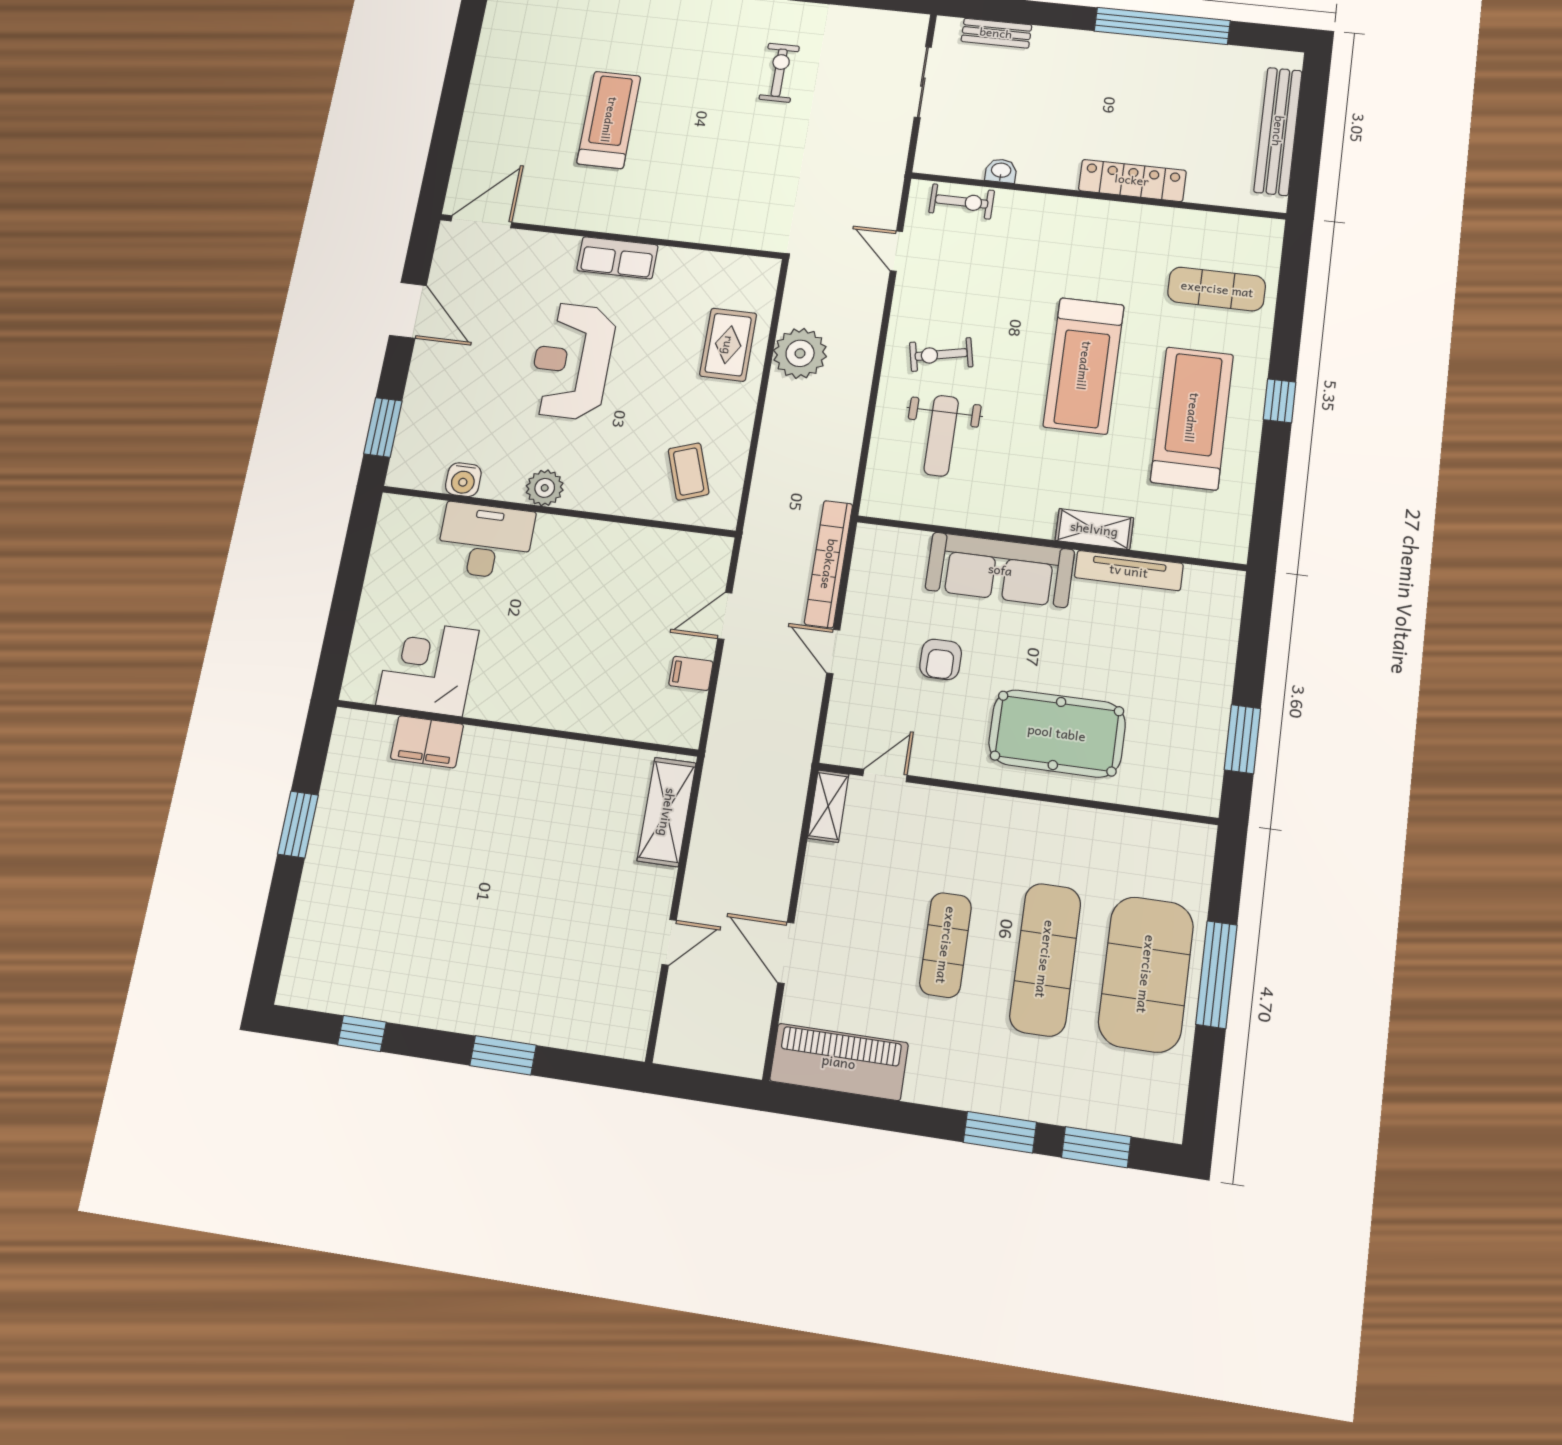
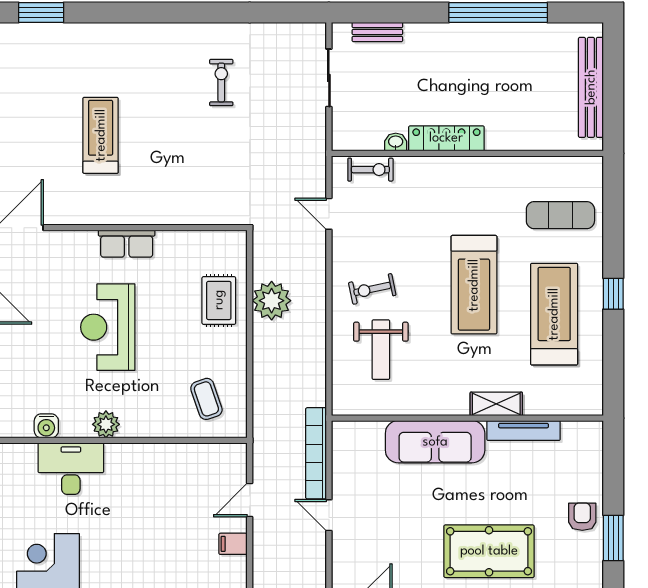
locker: (1132, 180) -> (446, 138), moved
armchair: (941, 659) -> (582, 517), moved, turned 180

